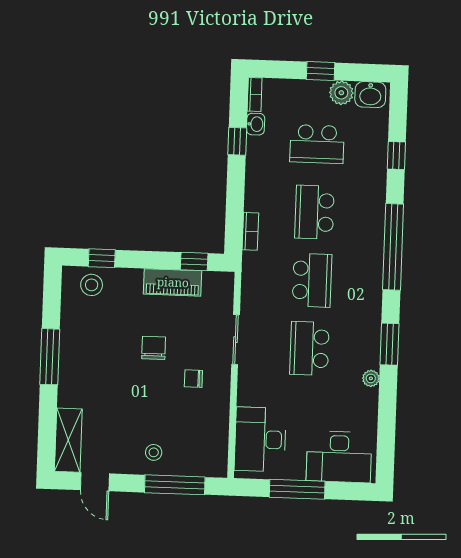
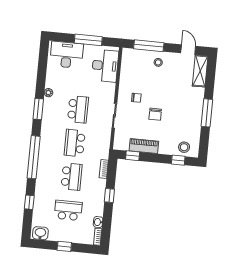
plant: (341, 93) -> (55, 235), removed
window: (237, 141) -> (109, 196), moved

